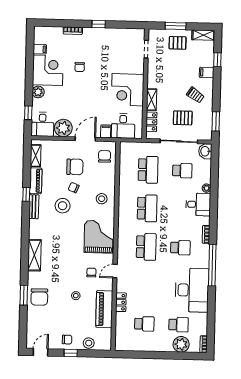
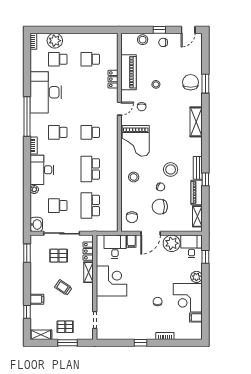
trolley: (195, 95) -> (63, 287), moved
desk: (198, 204) -> (42, 170), width x1.37
school desk: (146, 247) -> (90, 132), width x0.54

